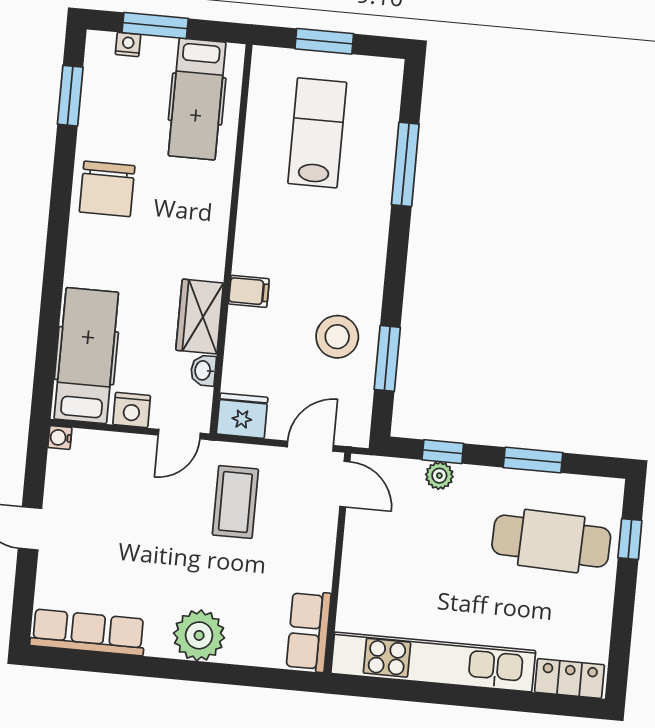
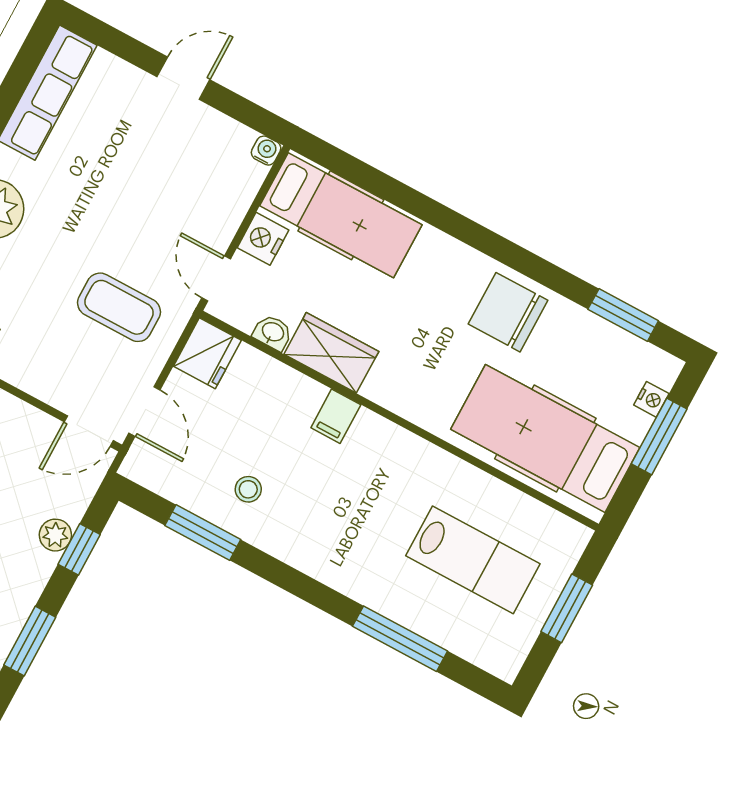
hospital bed: (197, 99) -> (545, 438), width x1.37, depth x1.29
stool: (337, 337) -> (248, 489), width x0.53, depth x0.53

